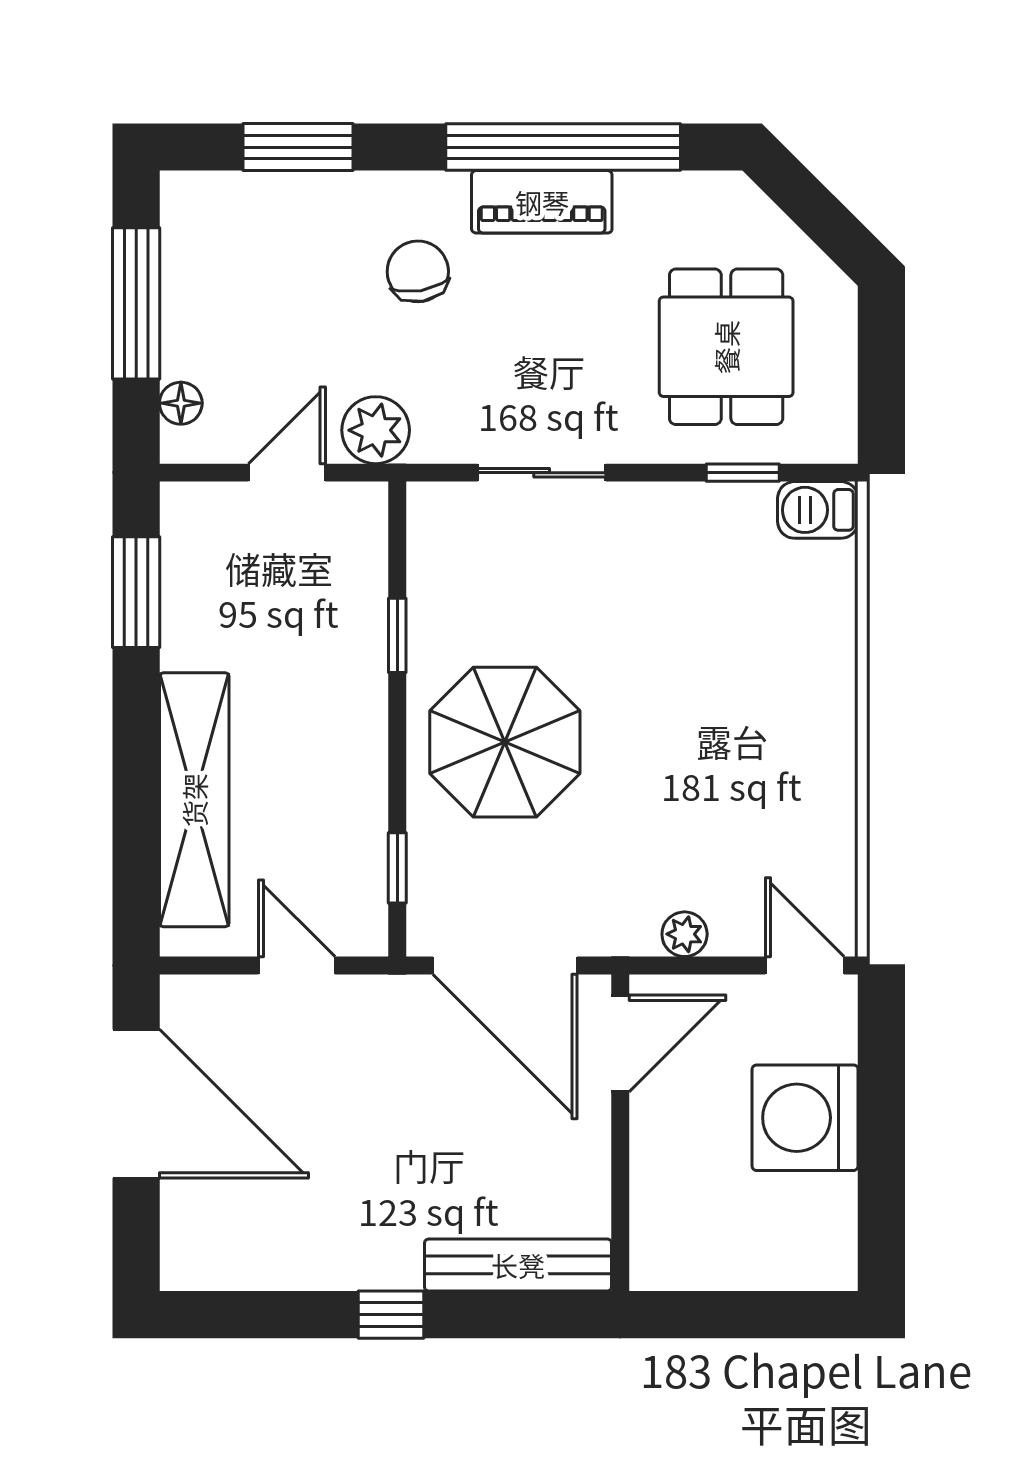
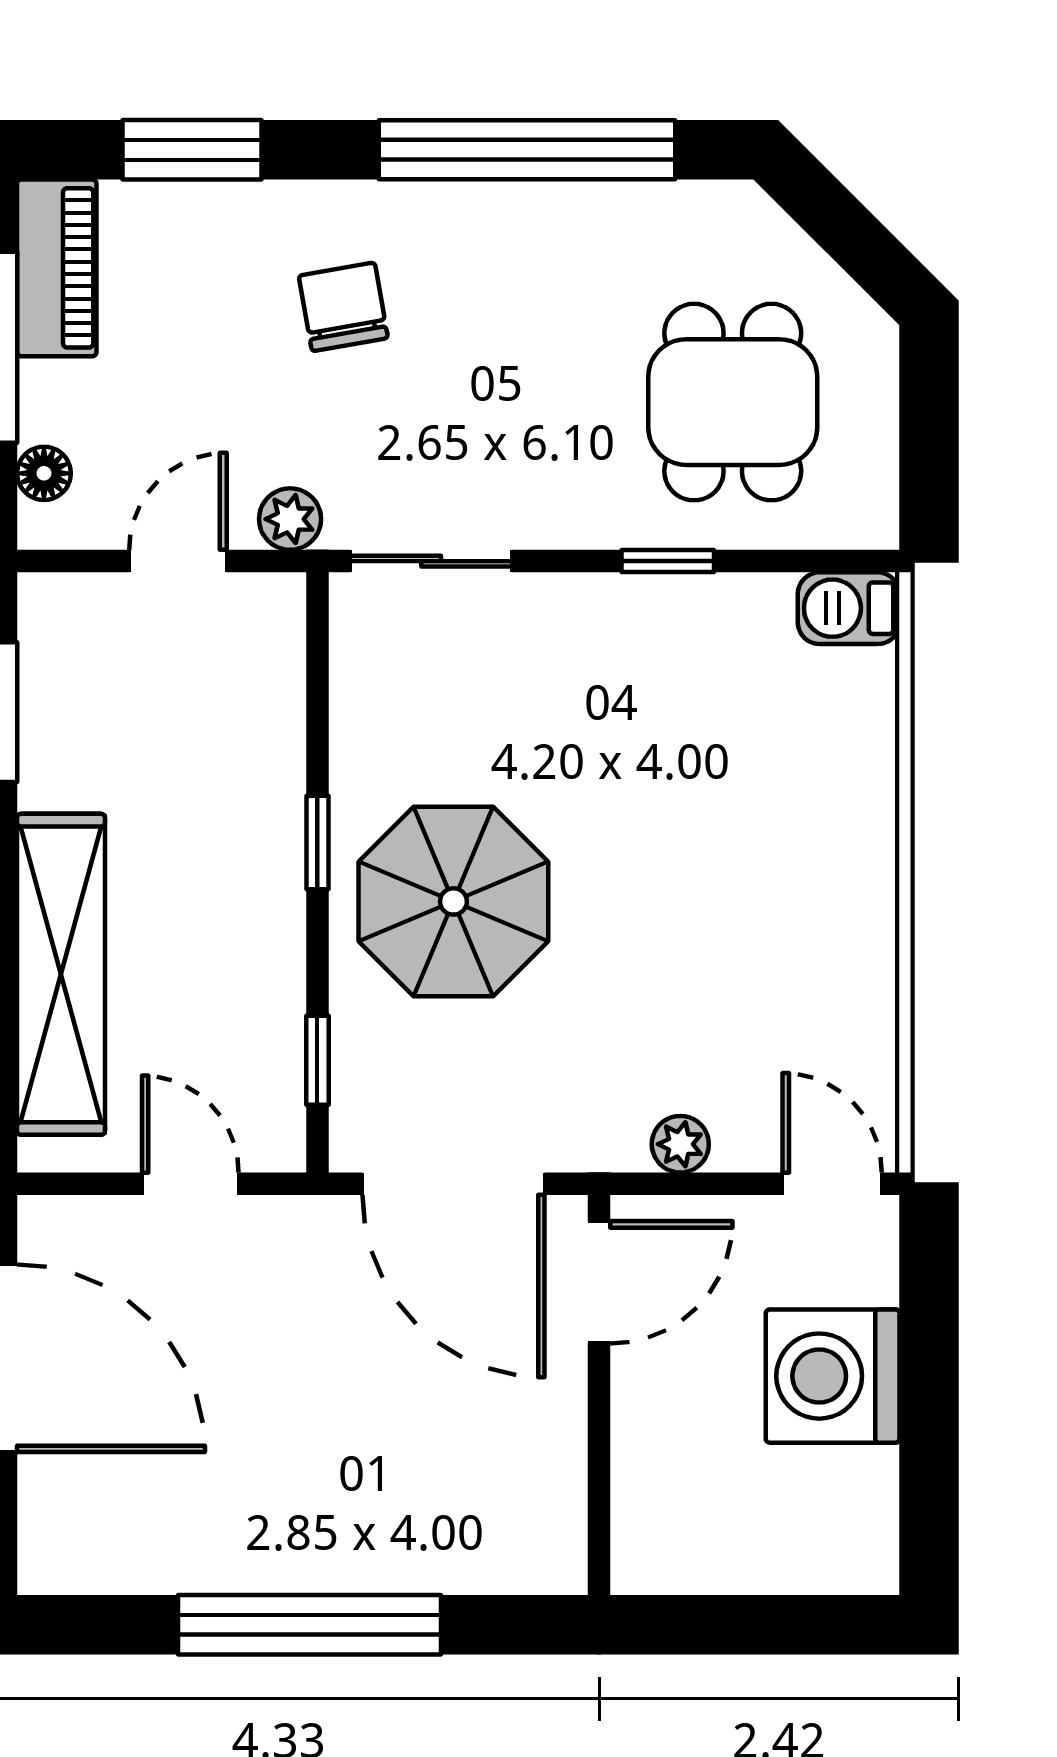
piano: (542, 202) -> (57, 268), moved, turned -90
plant: (376, 430) -> (290, 519), width x0.73, depth x0.73
sliding door: (542, 473) -> (431, 561), moved
window: (743, 473) -> (668, 561), moved
window: (397, 635) -> (317, 843), moved
bench: (518, 1265) -> (470, 1562), removed
window: (391, 1315) -> (310, 1625), width x3.17

